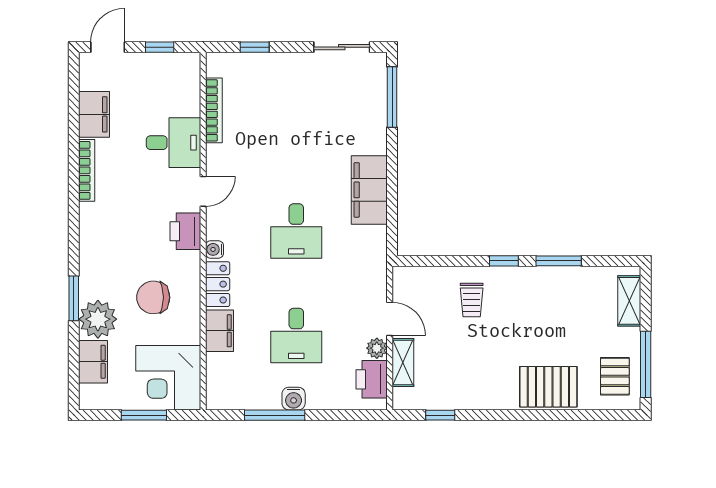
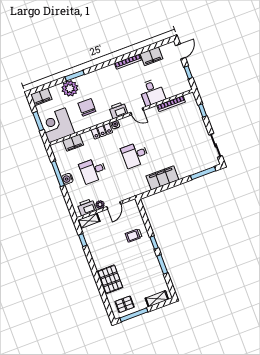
door: (108, 47) -> (180, 52), hinge flipped
filing cabinet: (219, 331) -> (73, 143), moved
filing cabinet: (93, 362) -> (41, 97), moved
shelving: (403, 362) -> (89, 221), moved

